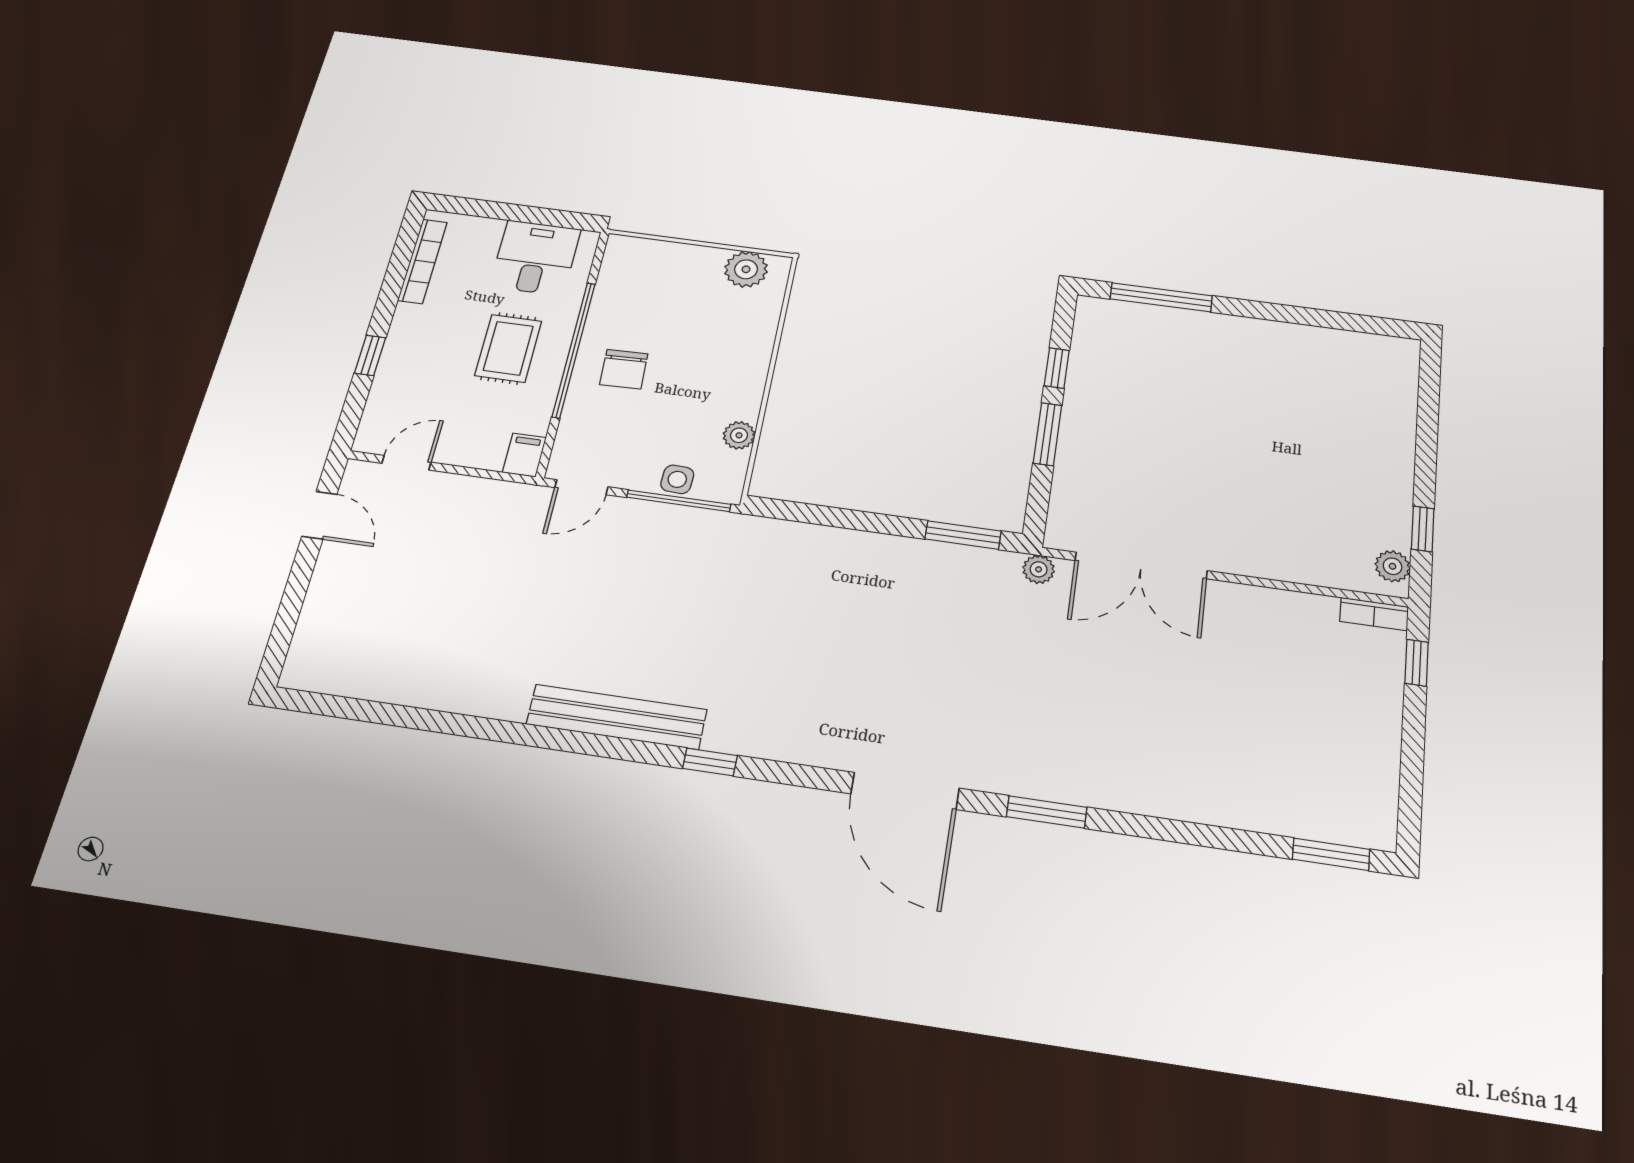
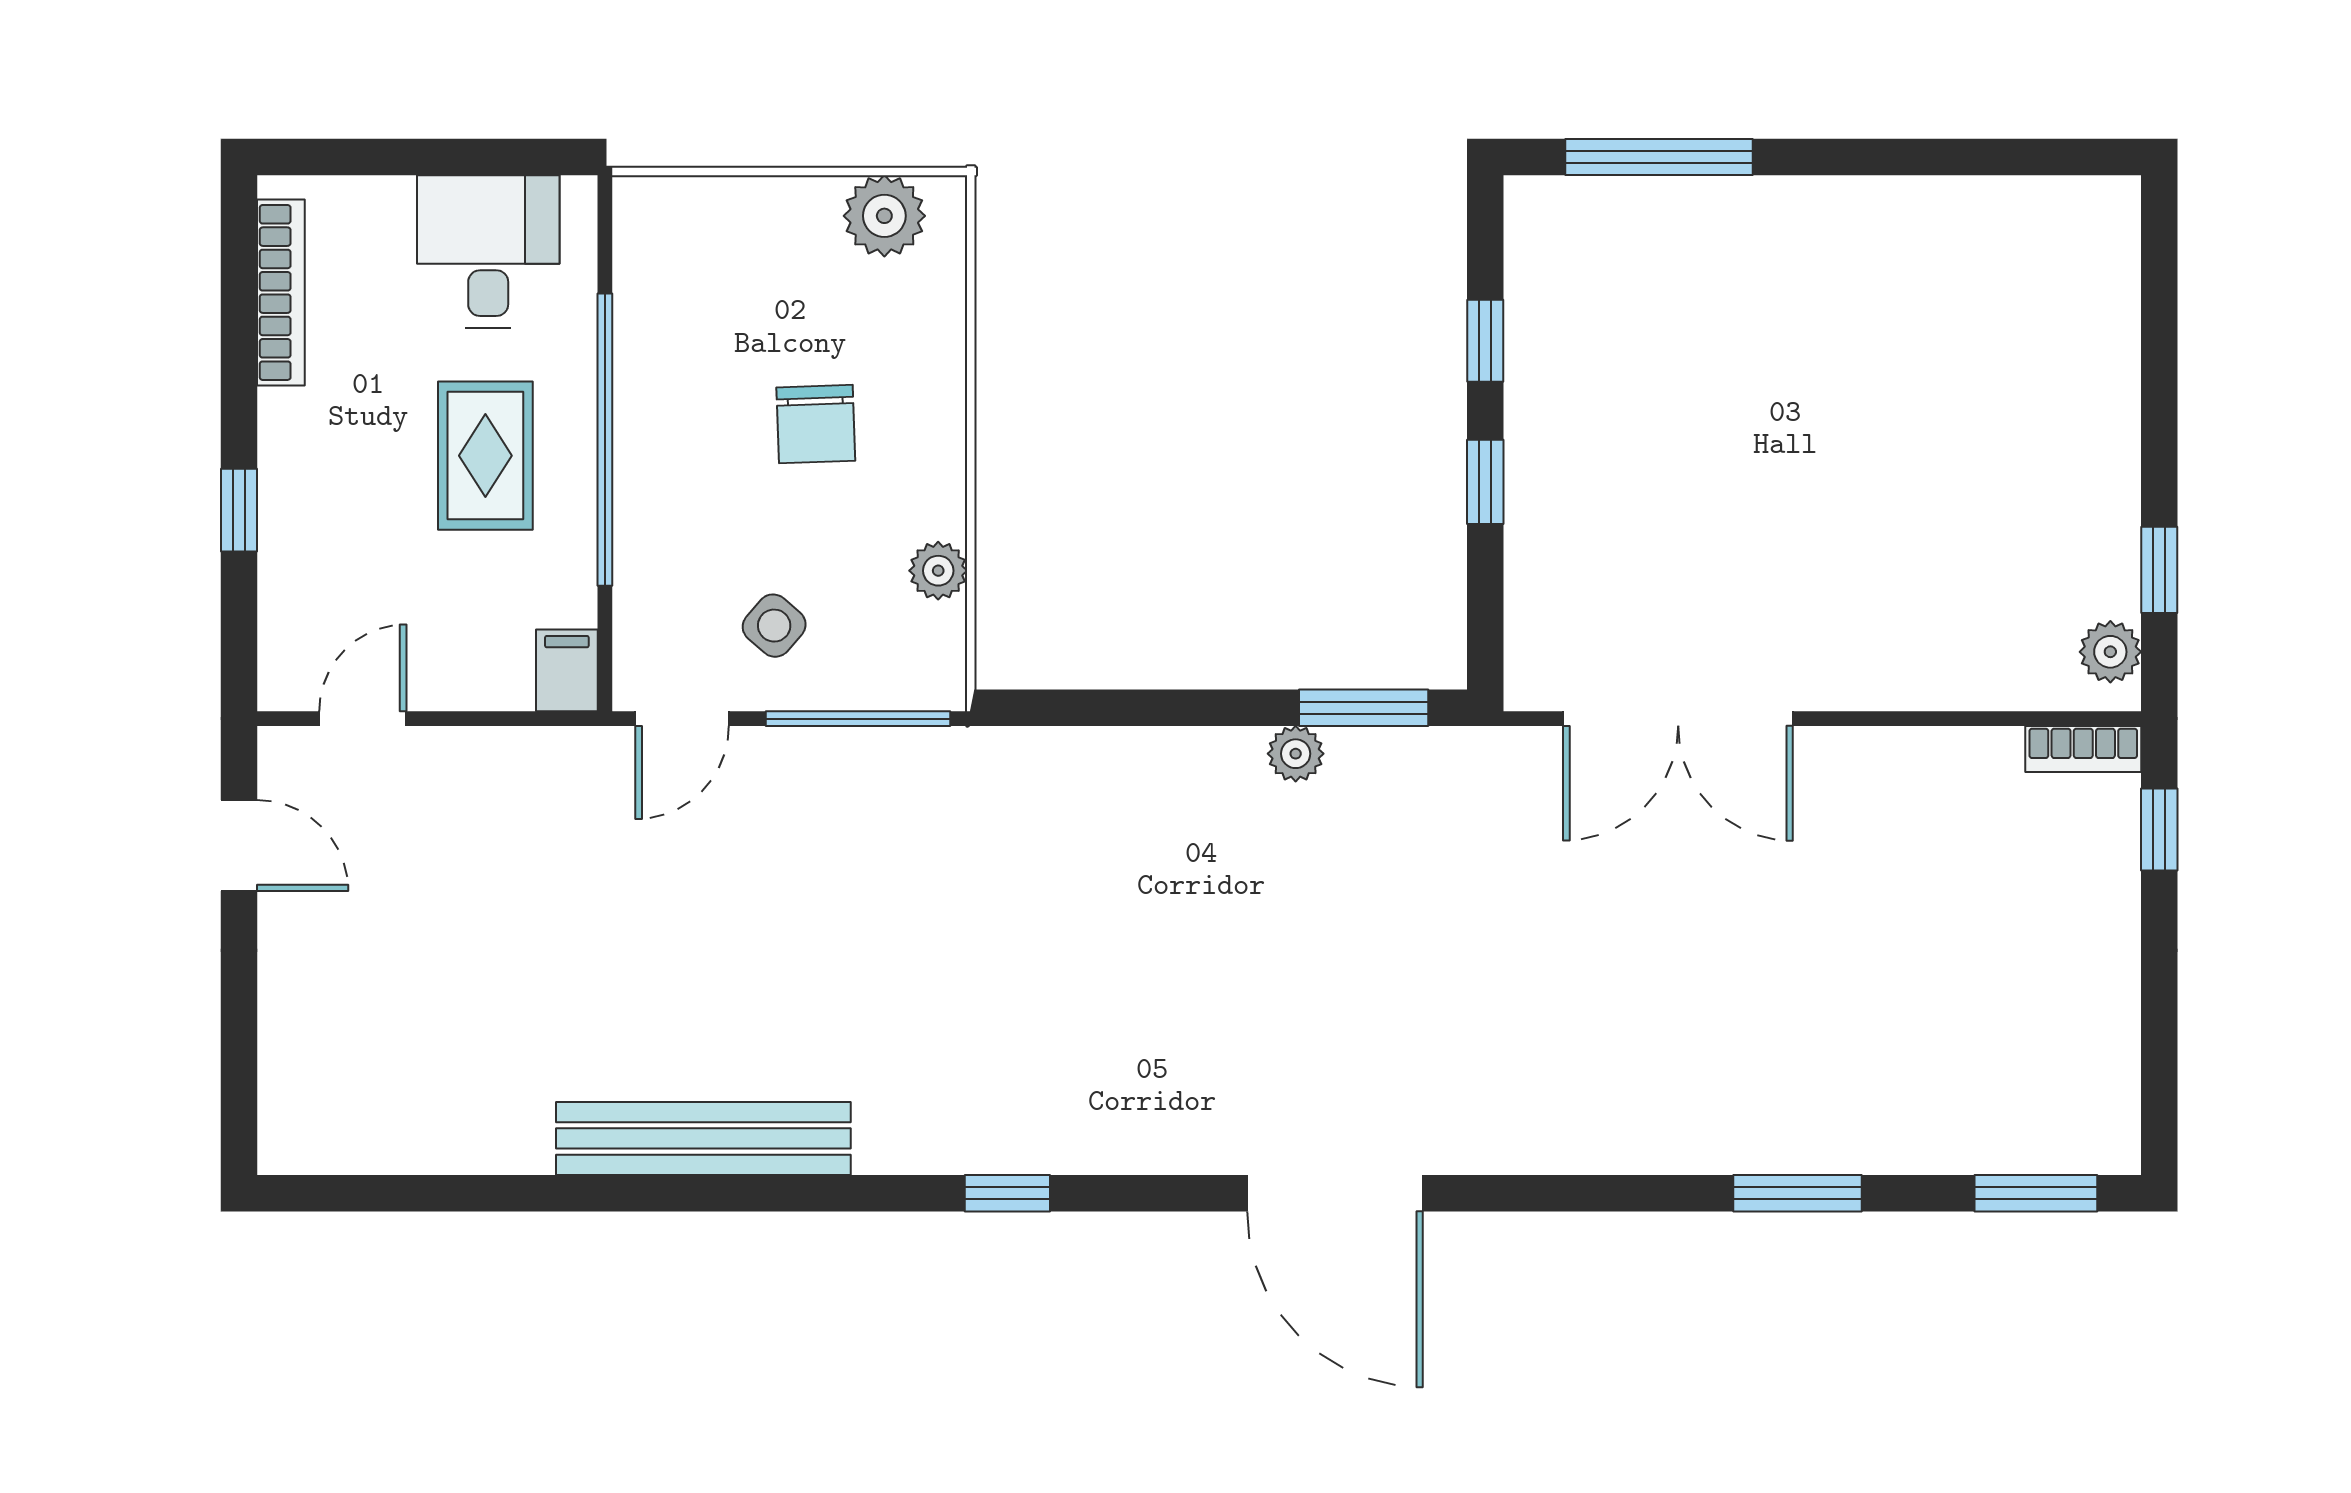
chair: (624, 369) -> (816, 424), moved
window: (1047, 434) -> (1485, 482), width x0.67
side table: (677, 479) -> (774, 626), moved, turned 38
plant: (1039, 569) -> (1296, 754), moved
bench: (617, 717) -> (703, 1138), moved
window: (1047, 812) -> (1798, 1193), moved

